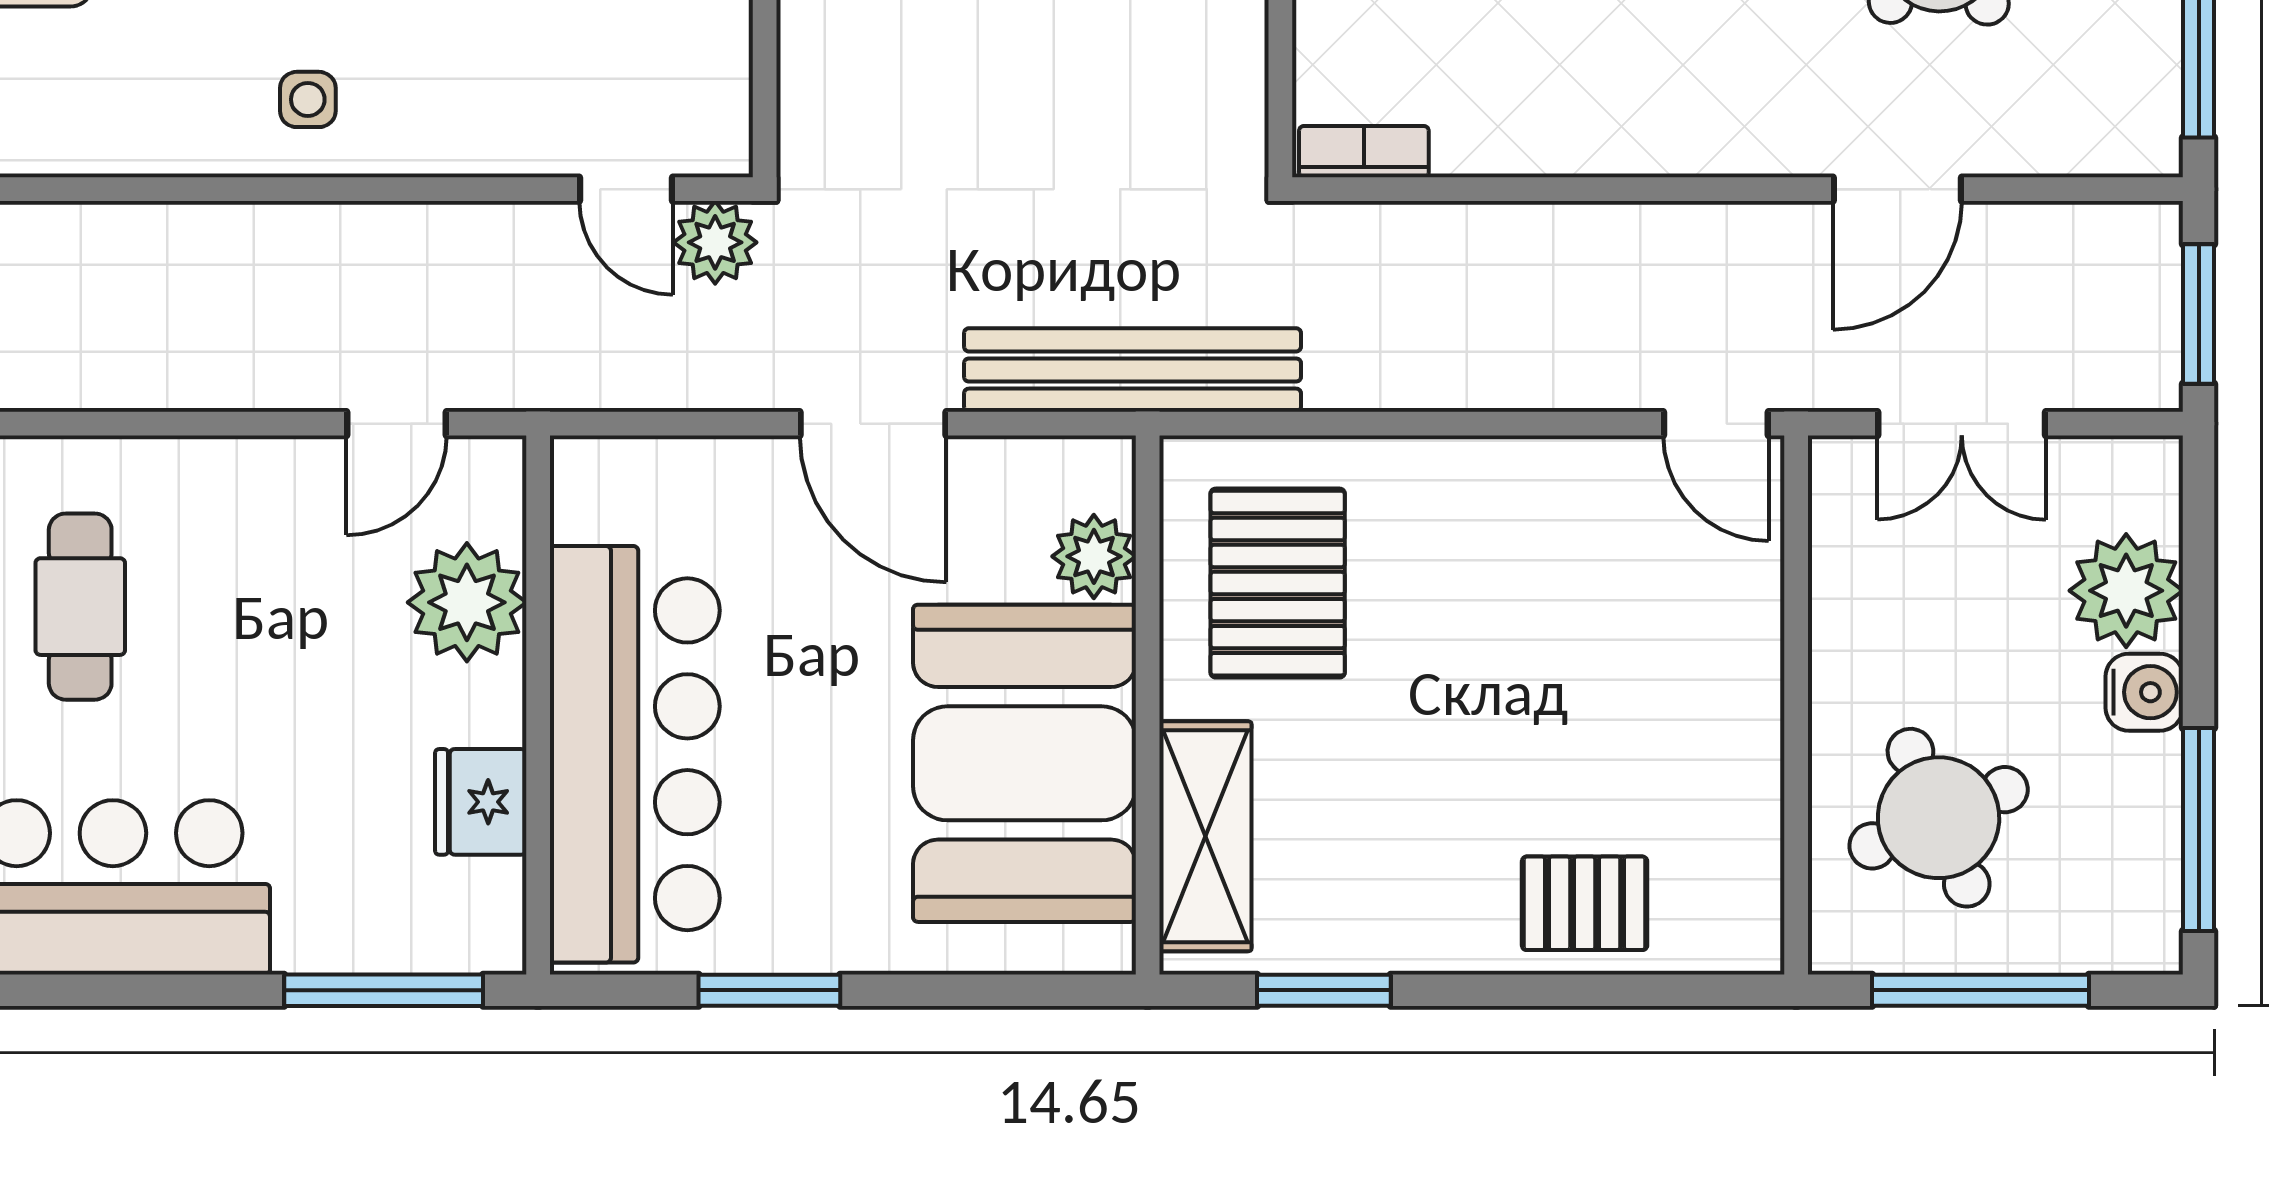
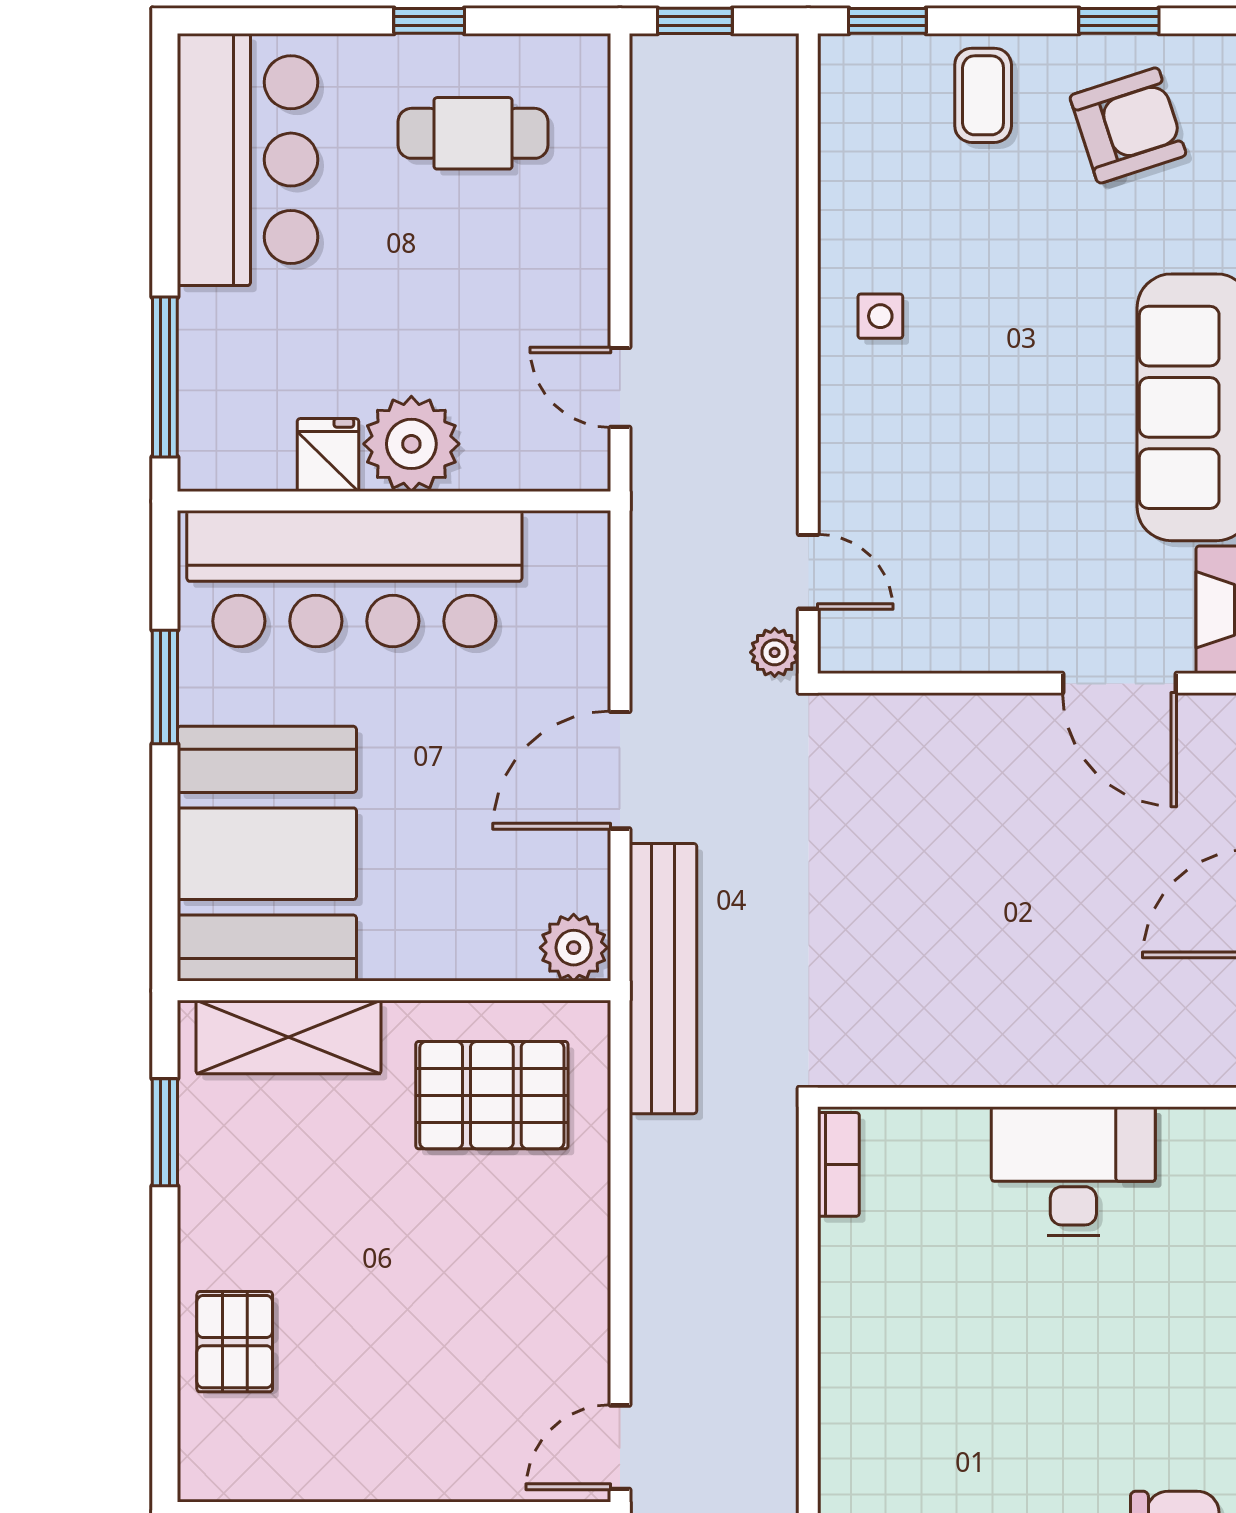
door: (626, 189) -> (808, 572), swing flipped
plant: (715, 242) -> (775, 652), width x0.73, depth x0.73
plant: (1094, 556) -> (574, 948), moved
plant: (467, 602) -> (411, 444), moved
booth: (1024, 763) -> (267, 854), moved, turned 90
fridge: (481, 802) -> (328, 455), width x0.72

